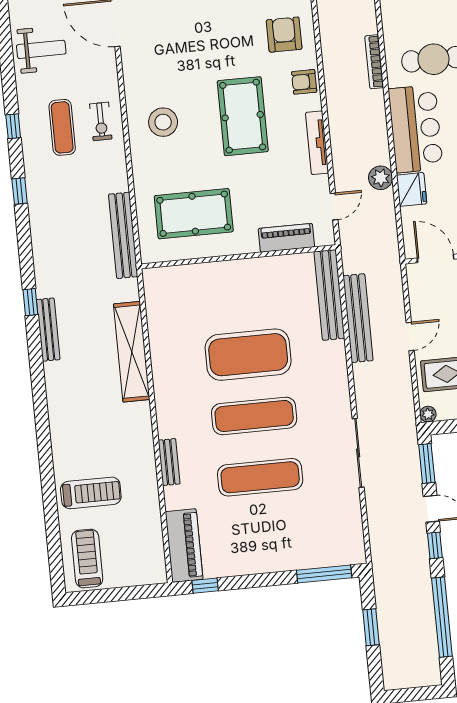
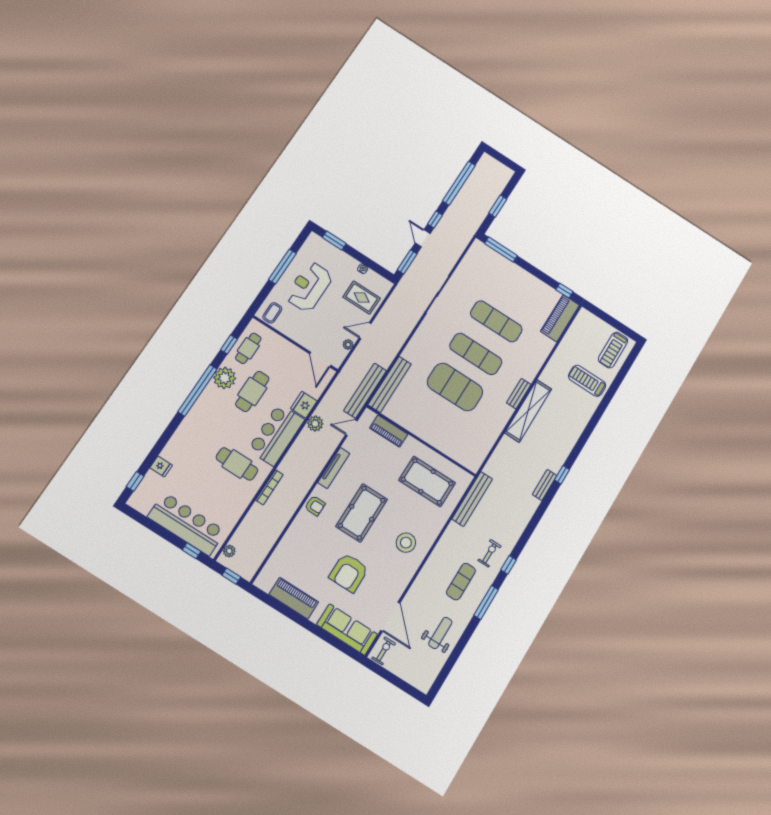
armchair: (284, 35) -> (349, 573), moved, width x1.36, depth x1.36
weight bench: (41, 49) -> (440, 633), turned 90
exercise bike: (101, 121) -> (490, 553), moved
window: (13, 126) -> (486, 602), width x2.17
window: (30, 302) -> (562, 475), moved
bench: (358, 318) -> (365, 391), moved
bench: (48, 330) -> (545, 485), width x0.73
shelving: (132, 352) -> (528, 411), moved
plant: (428, 414) -> (348, 345), moved
bench: (169, 462) -> (519, 394), moved

